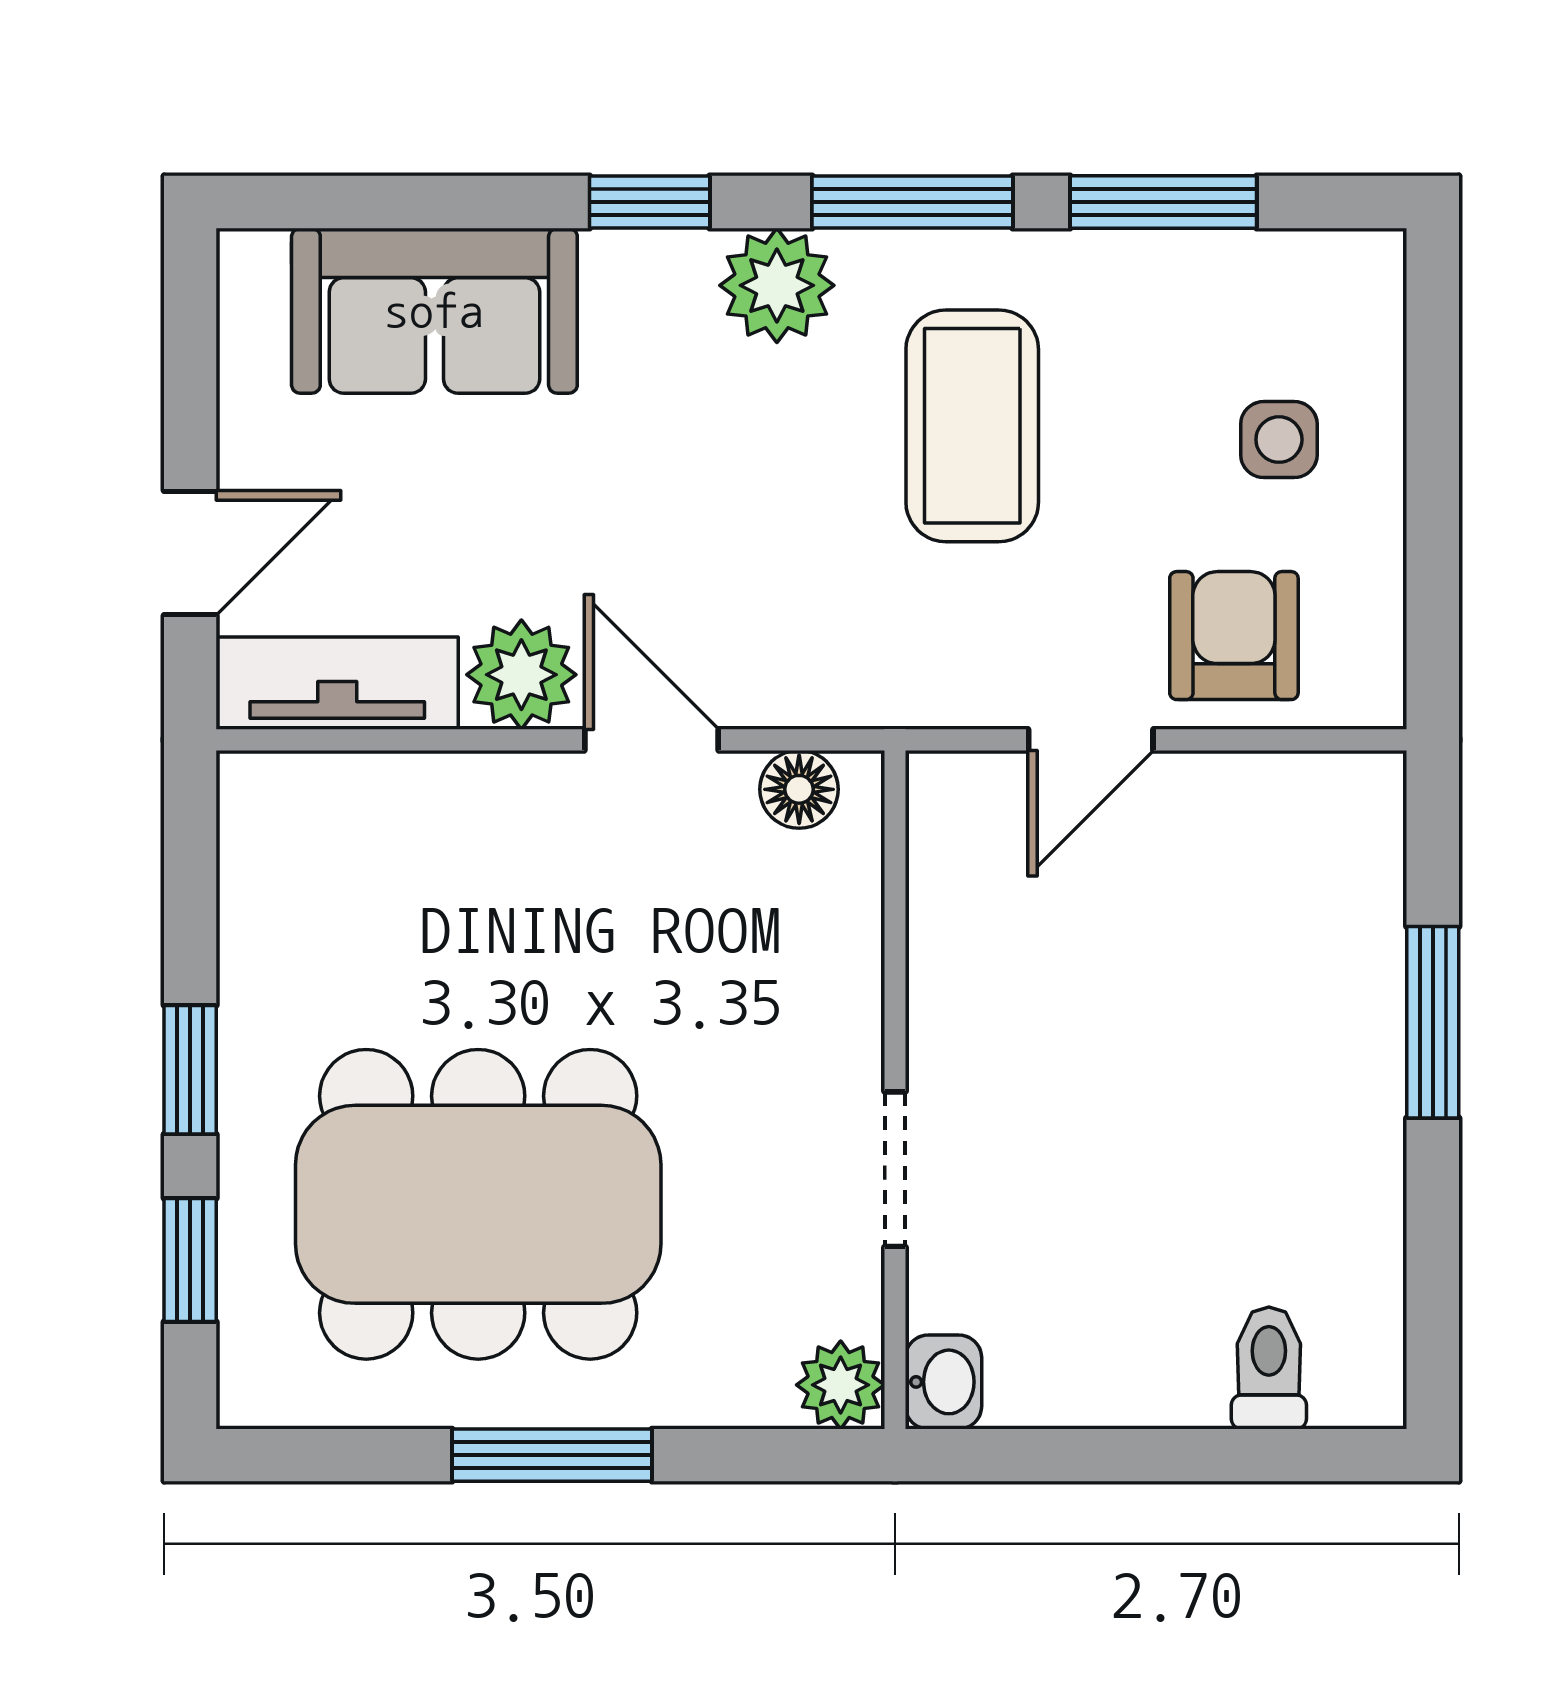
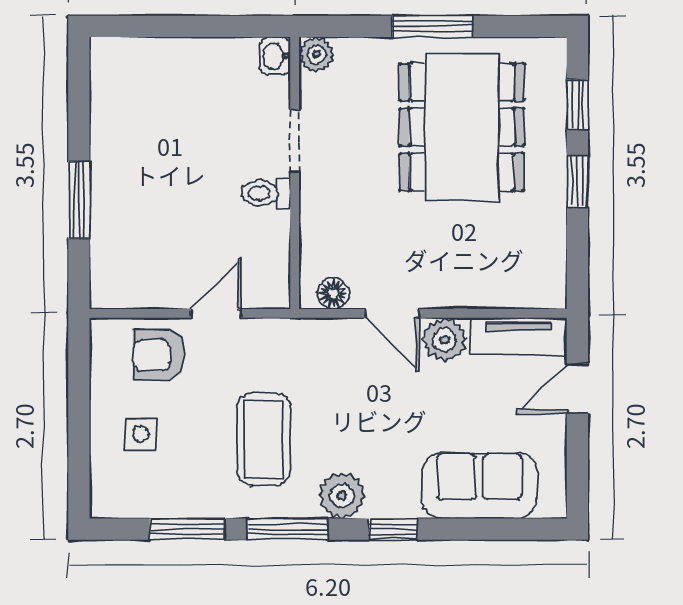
armchair: (1234, 636) -> (159, 355), turned 90
dining table: (478, 1204) -> (462, 127), turned 90
toilet: (1269, 1368) -> (266, 193), moved, turned 90

